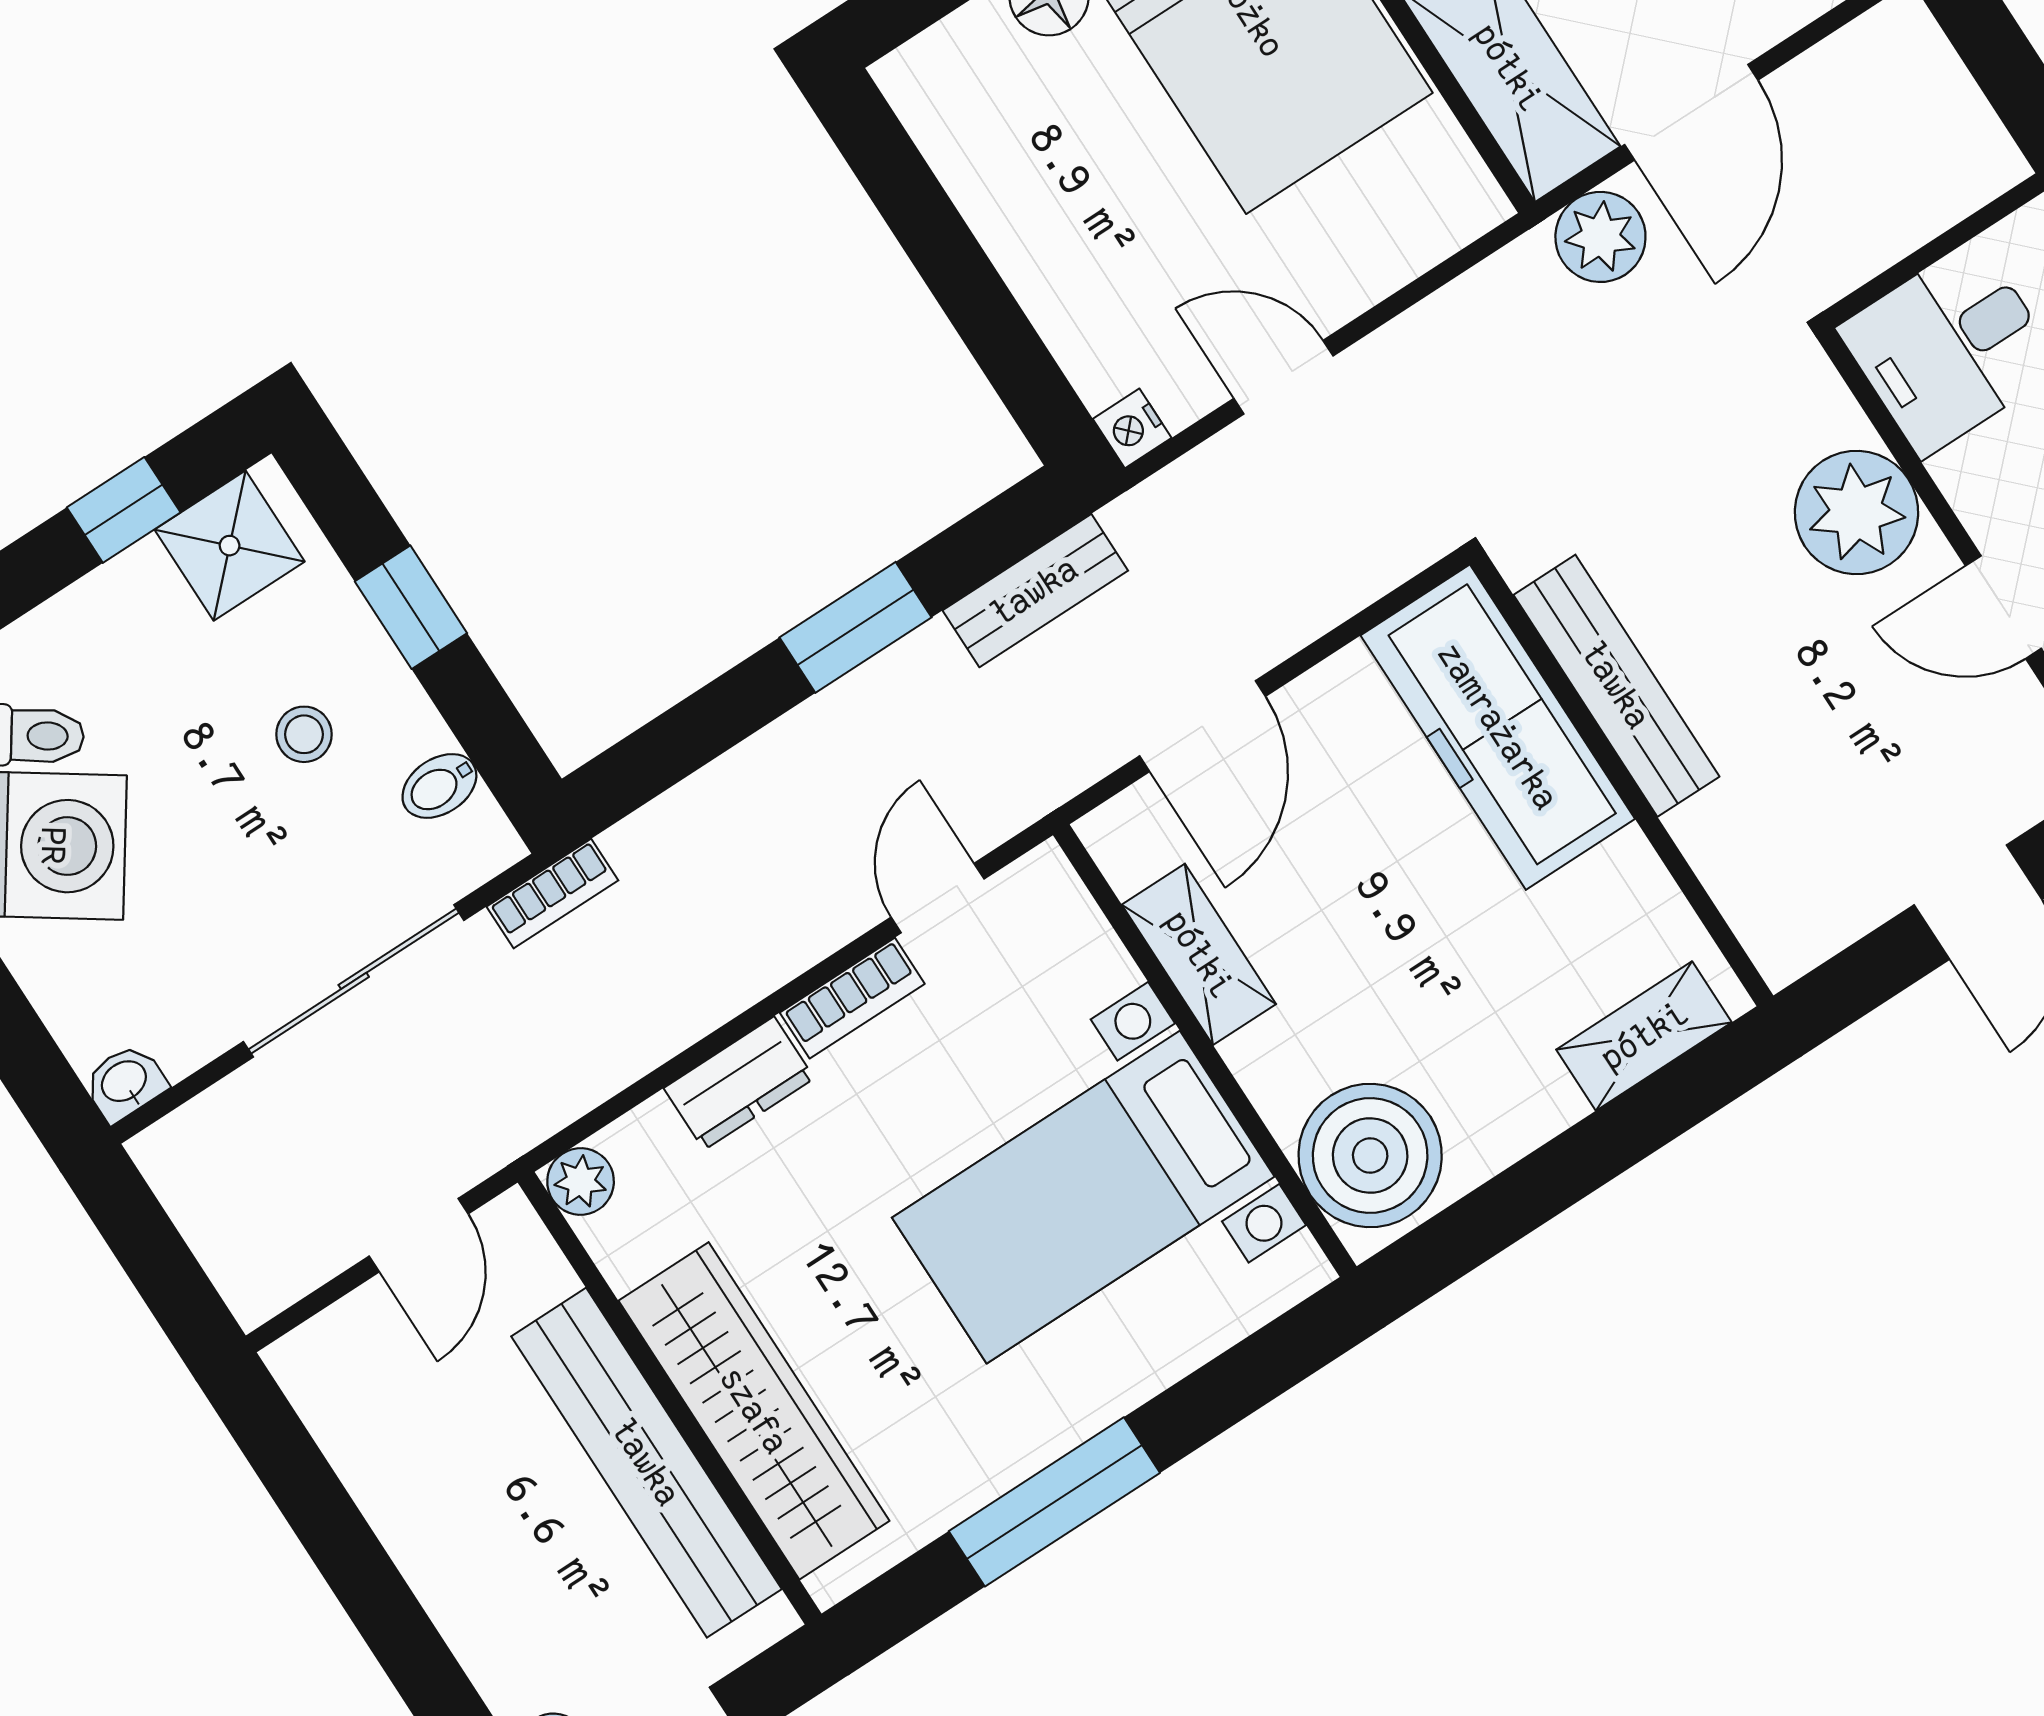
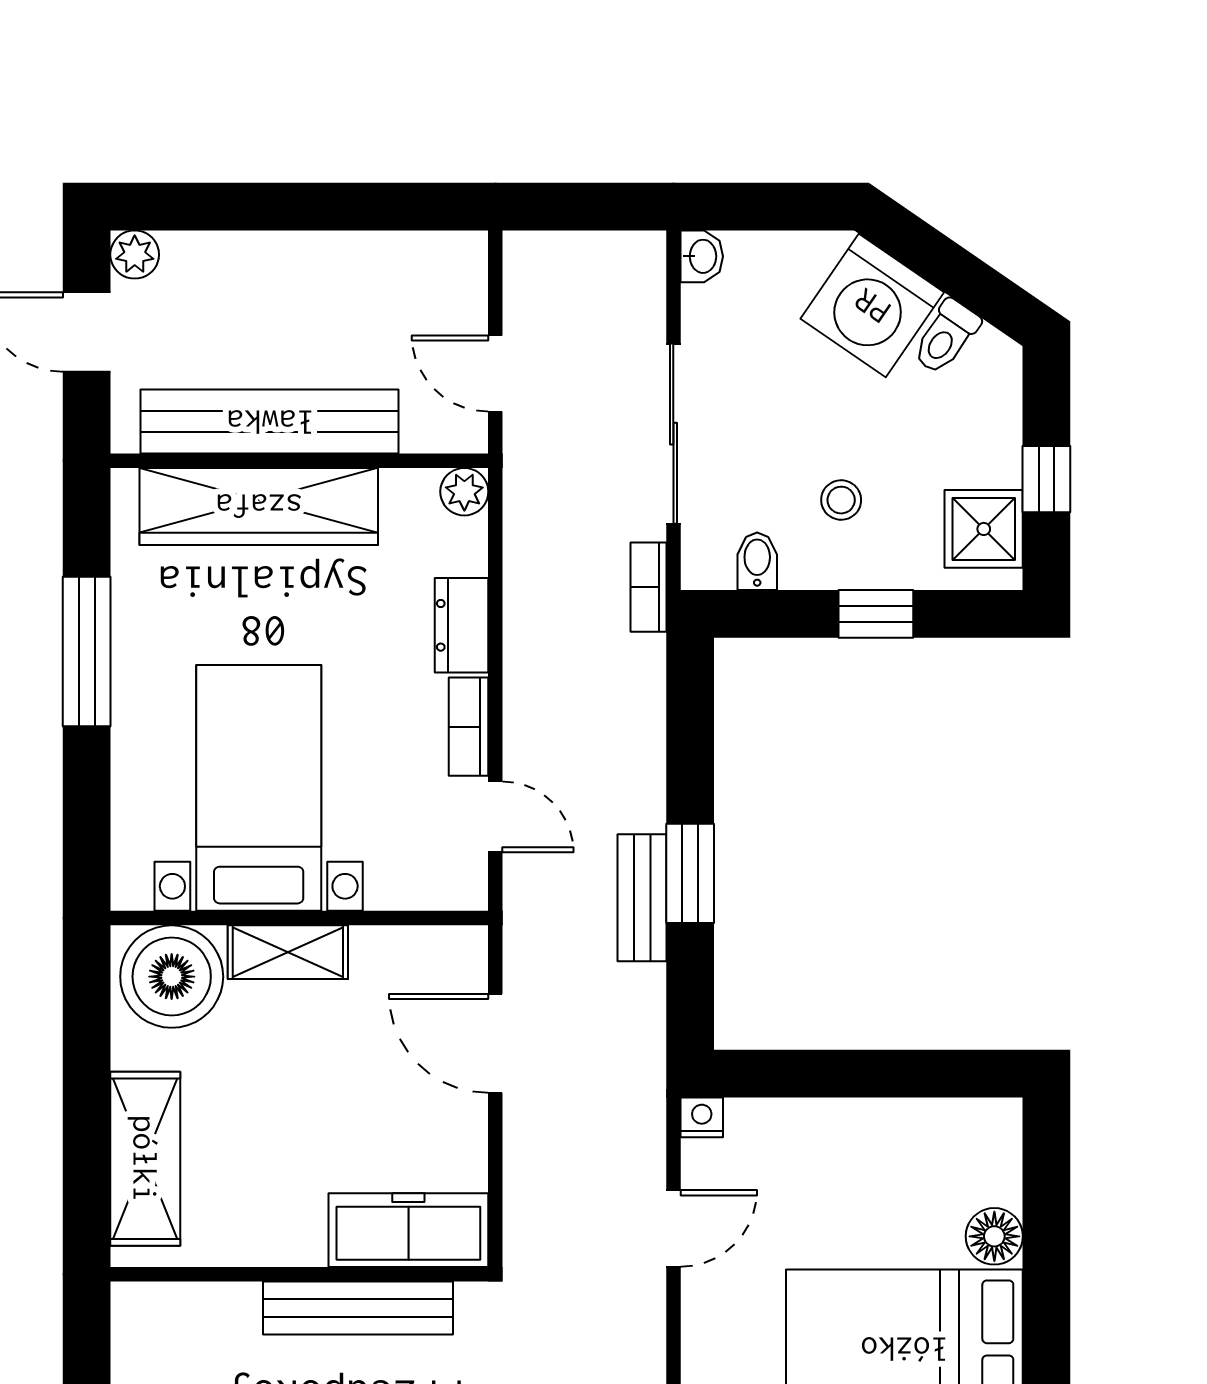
bench: (1035, 591) -> (642, 898), moved
freezer: (1498, 727) -> (408, 1230), width x0.73, depth x0.79
shelving: (1199, 954) -> (288, 952), moved
shelving: (1644, 1036) -> (145, 1159), width x1.50, depth x1.33

